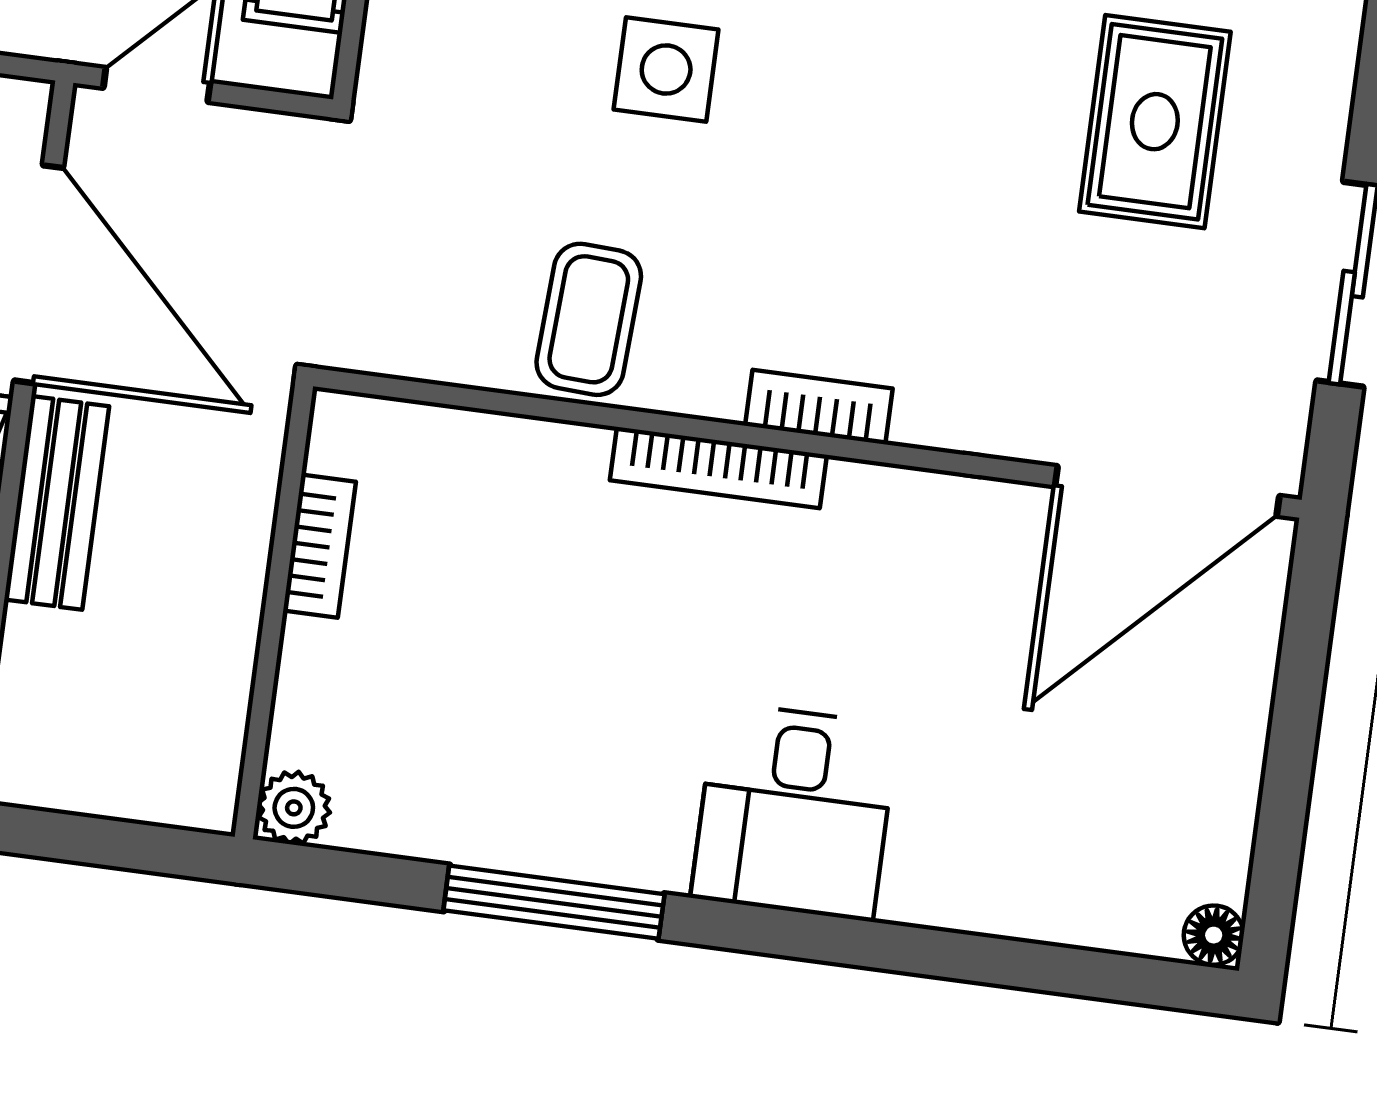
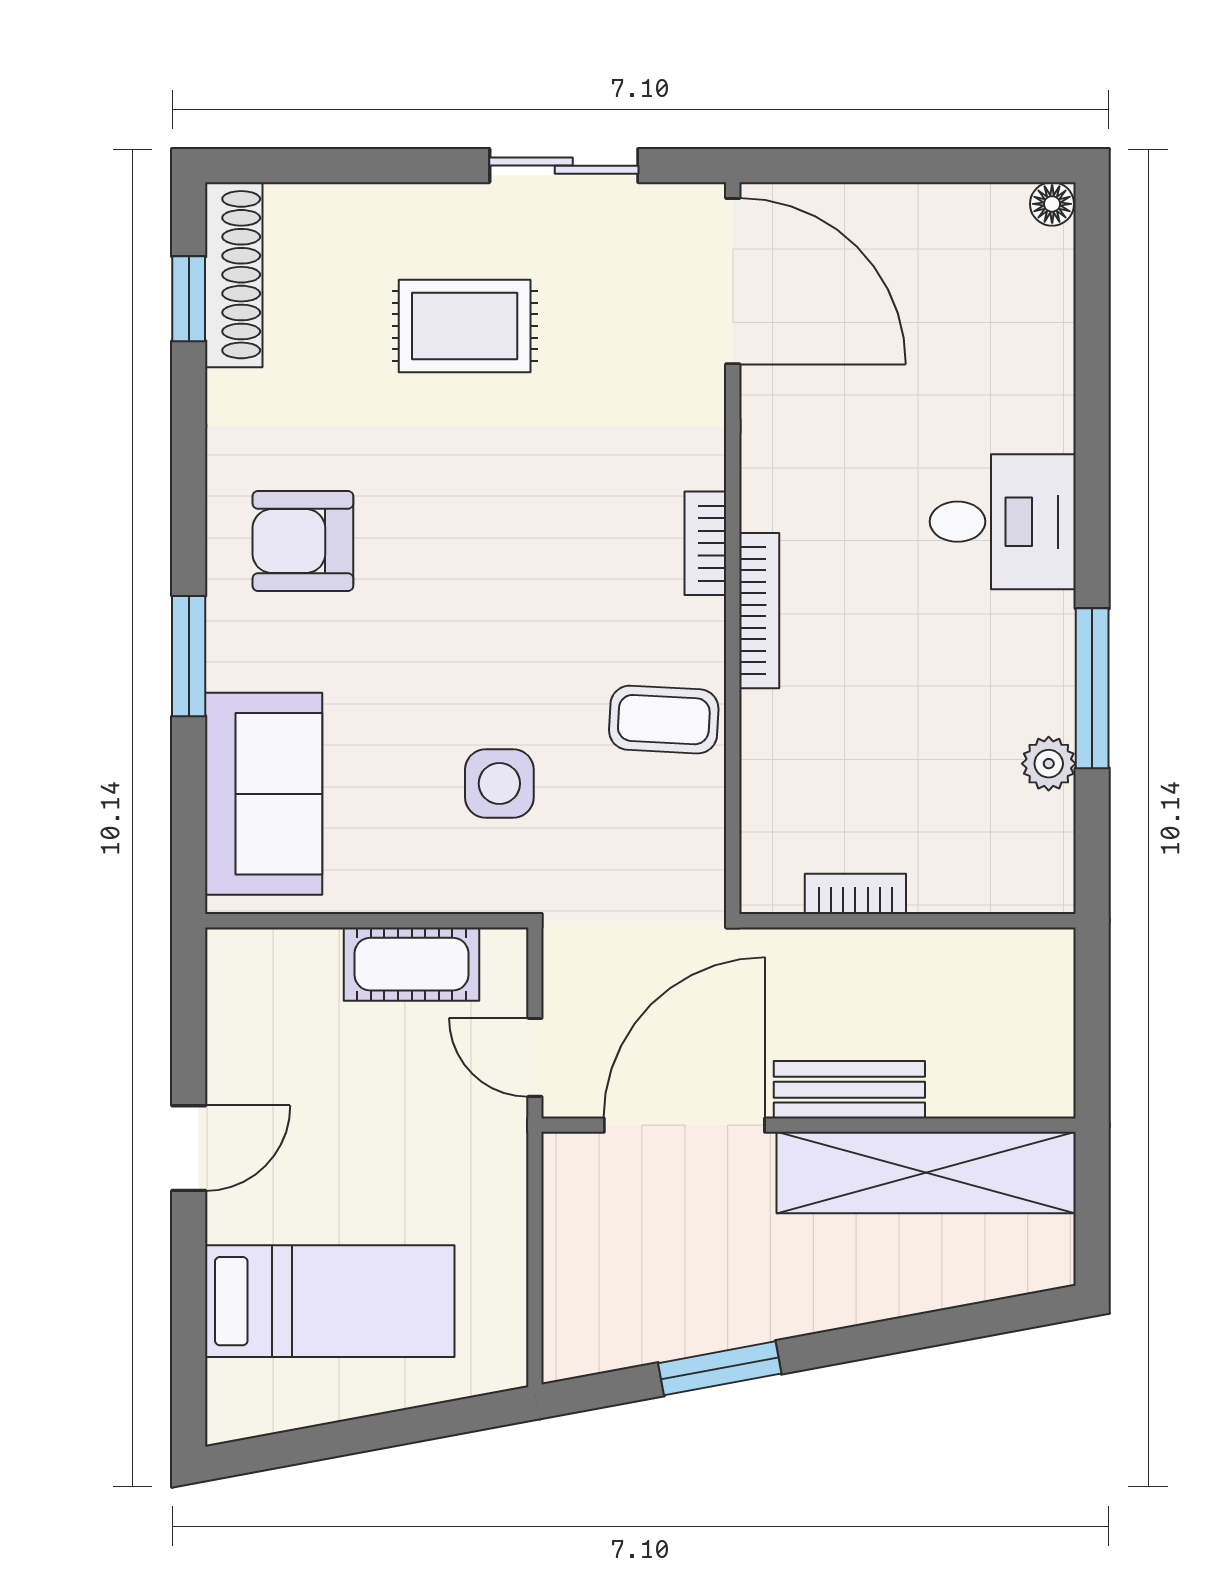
side table: (666, 69) -> (499, 783), moved
plant: (294, 808) -> (1049, 764), moved

